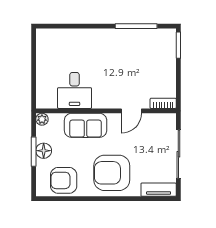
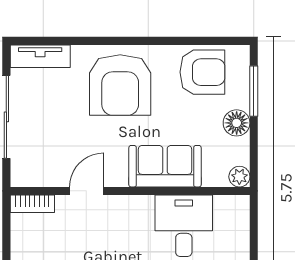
window: (34, 152) -> (254, 91), moved
armchair: (112, 173) -> (120, 85), turned 90

